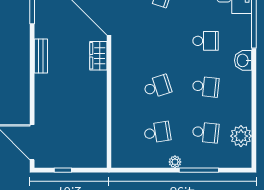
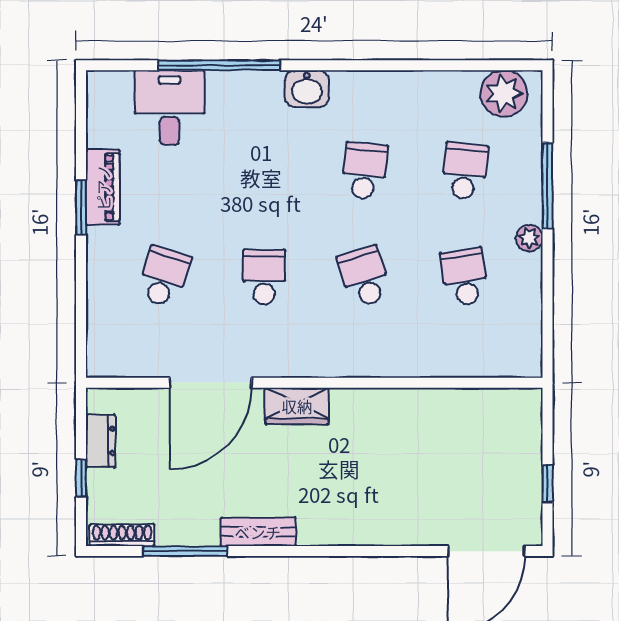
school desk: (206, 41) -> (264, 277), moved
bench: (41, 56) -> (258, 532), moved
plant: (241, 136) -> (504, 94), moved

